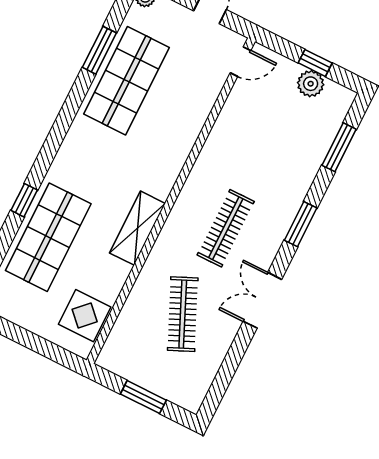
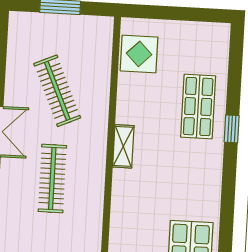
shelving: (137, 228) -> (123, 146), width x0.67, depth x0.75
shop shelf: (48, 237) -> (198, 107), width x0.70, depth x0.74

